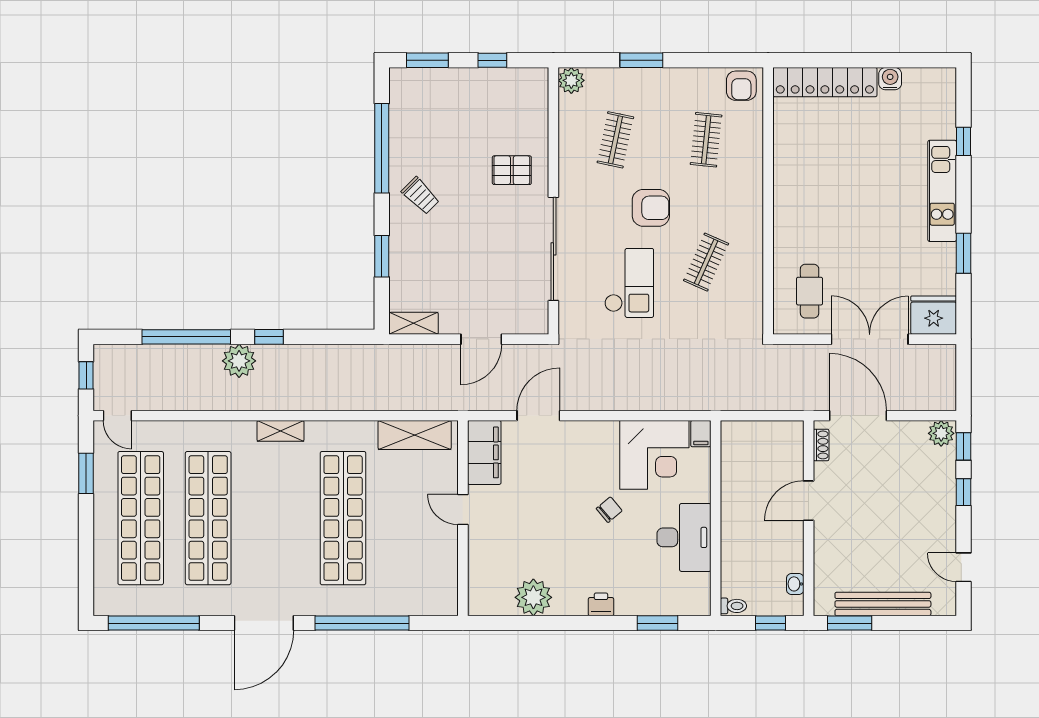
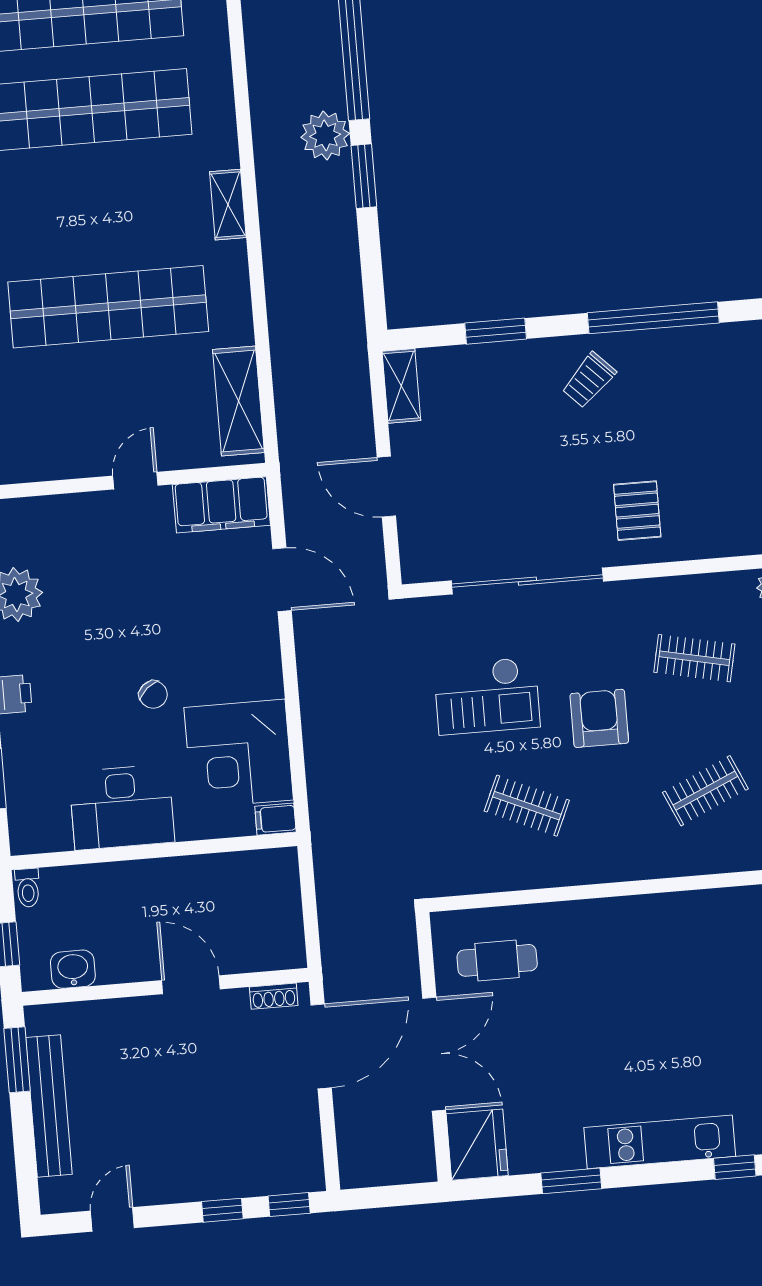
clothes rail: (706, 140) -> (705, 791), turned -30
armchair: (651, 208) -> (599, 718), turned 180
window: (269, 337) -> (364, 176), width x1.50
plant: (941, 433) -> (305, 1170), removed
washbasin: (795, 584) -> (73, 969), width x1.38, depth x1.45

